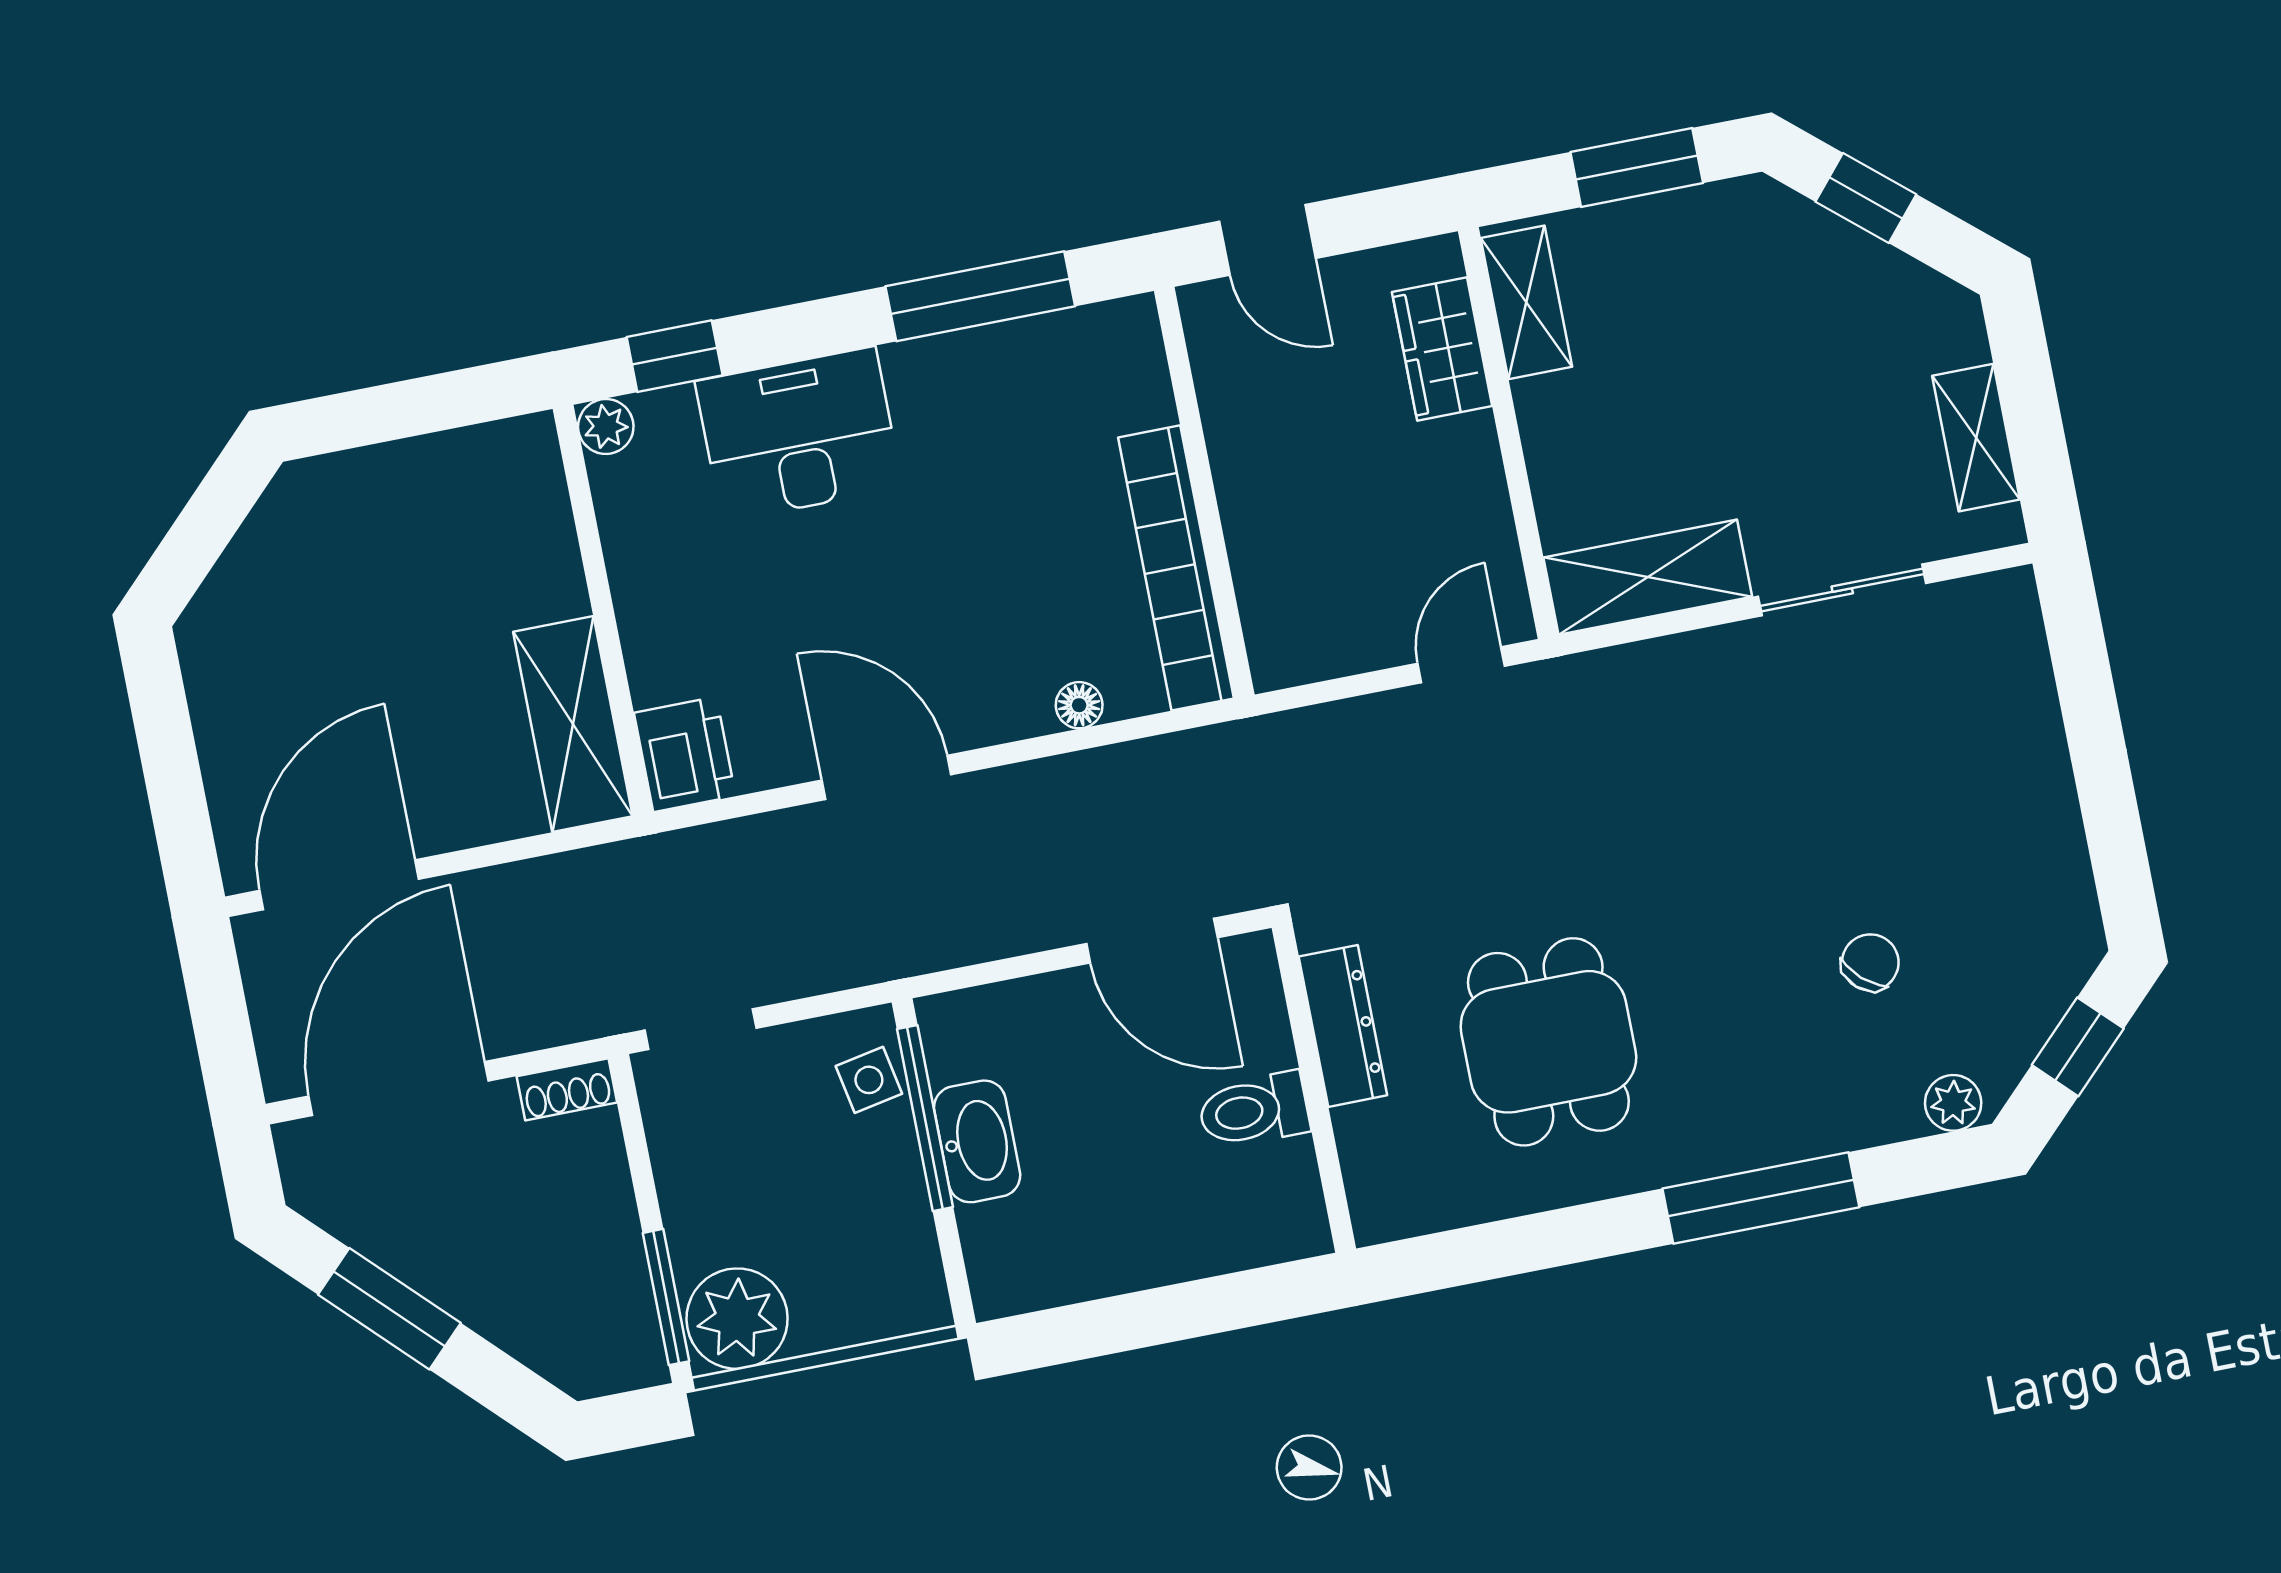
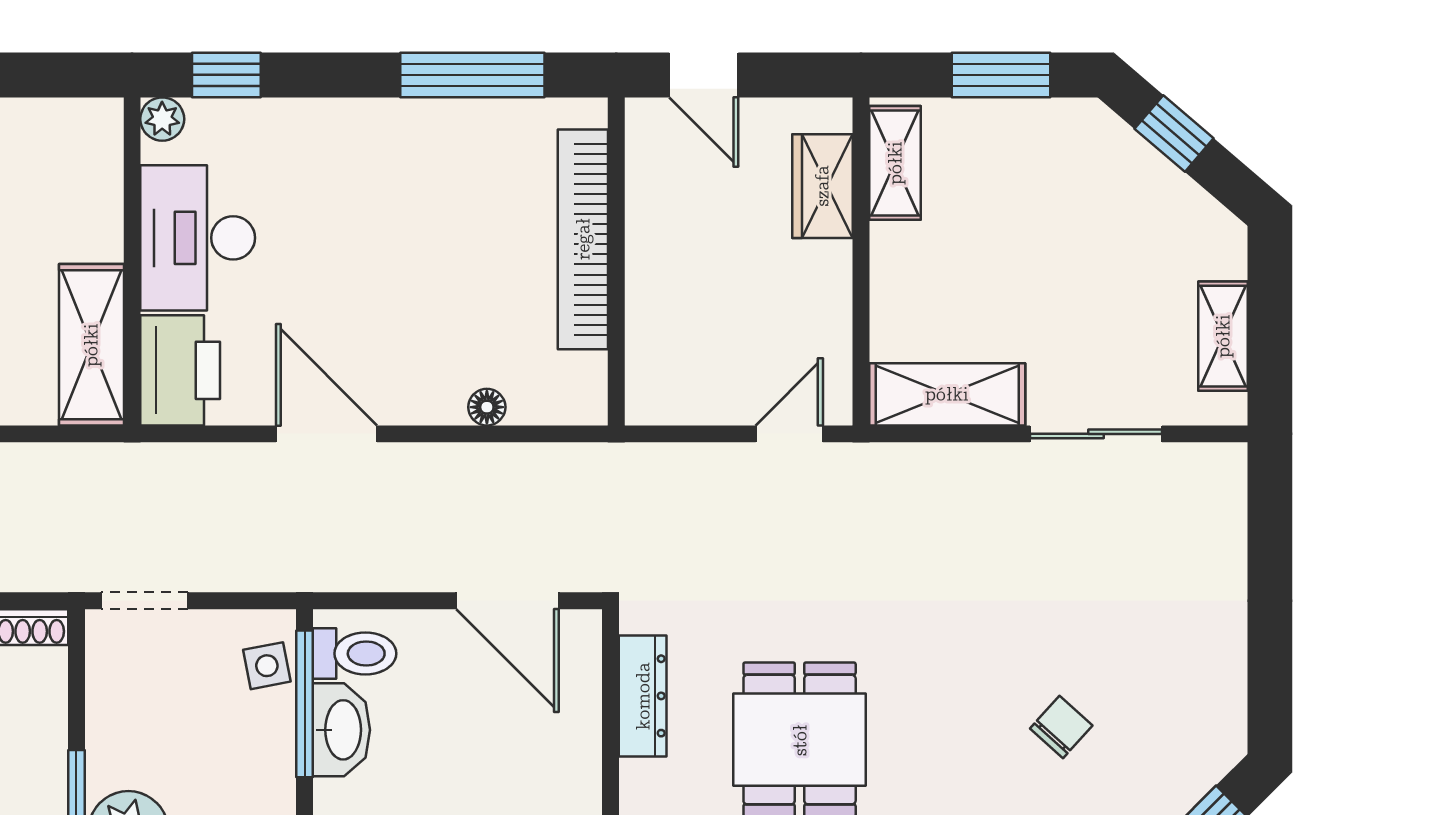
desk: (799, 434) -> (198, 238), moved, turned -90
bookcase: (1176, 568) -> (583, 239), moved
printer: (685, 754) -> (180, 370), width x1.37, depth x1.19
toilet: (1254, 1110) -> (355, 654), moved, turned 180

